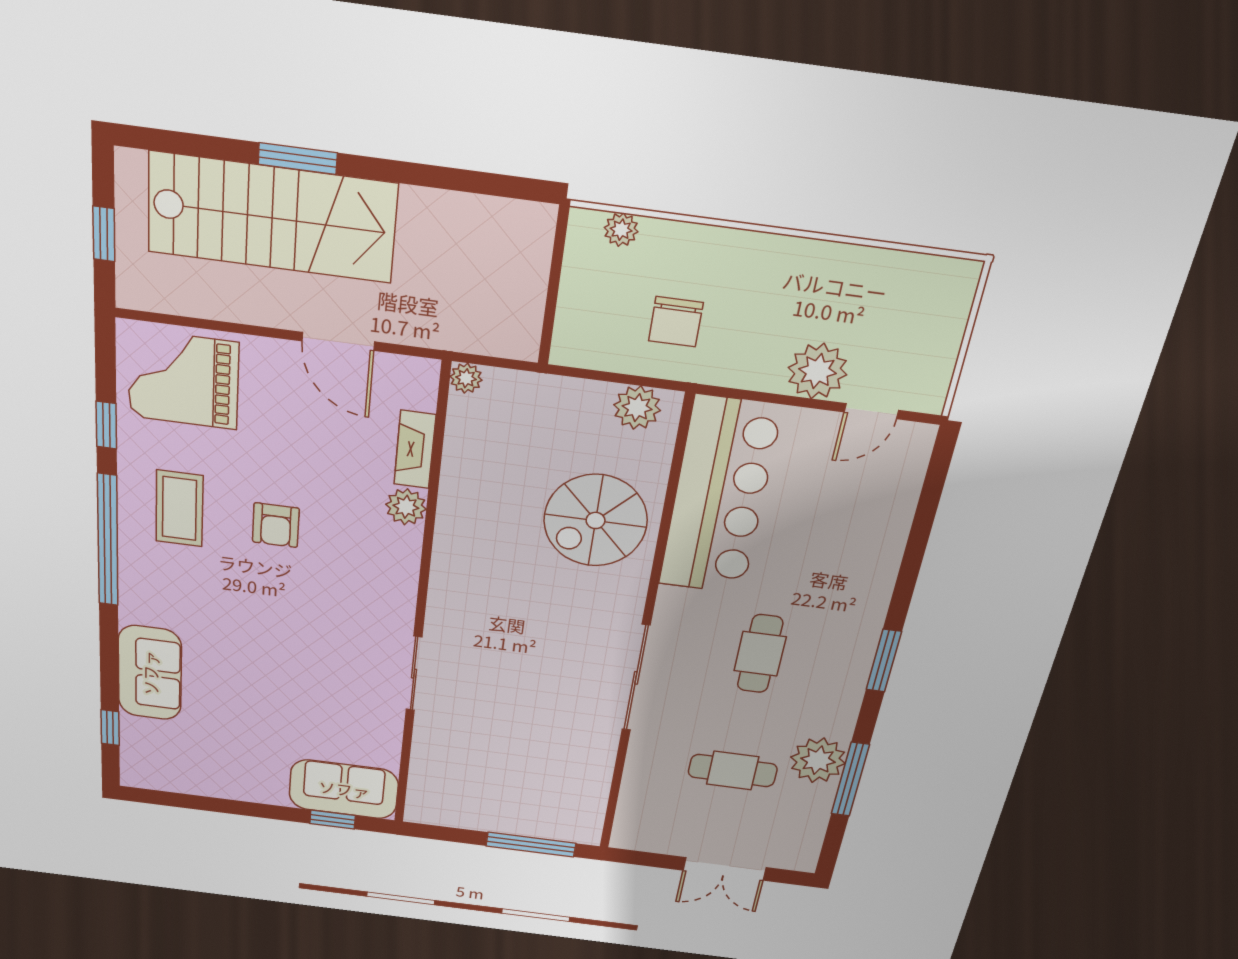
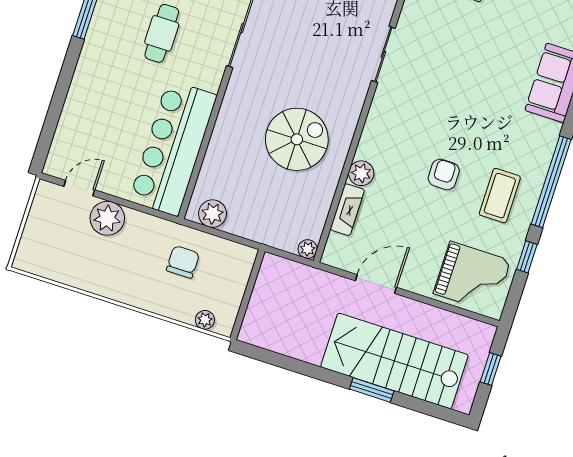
door: (338, 341) -> (376, 284), hinge flipped
spiral stairs: (596, 520) -> (297, 139), moved

